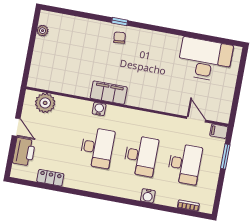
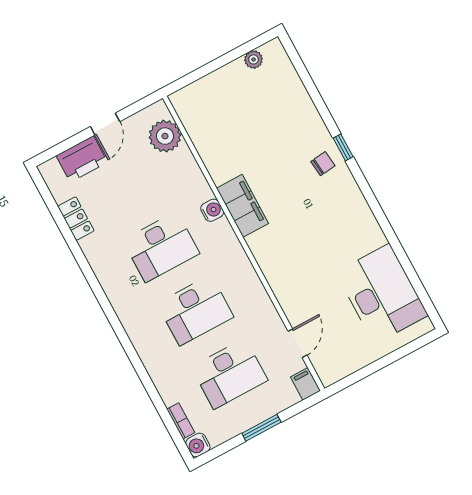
window: (225, 156) -> (261, 428), moved
water cooler: (148, 196) -> (198, 445), moved

